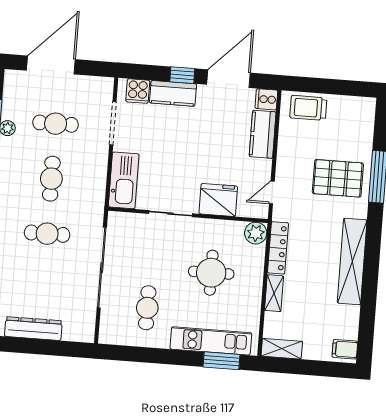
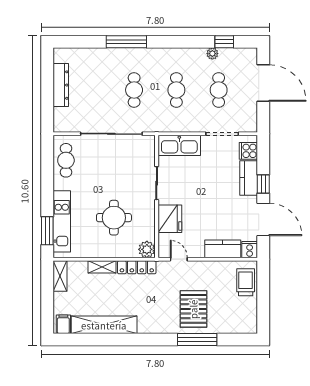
cafe table: (51, 179) -> (176, 90), turned 90
shelving: (352, 261) -> (104, 325), moved
cafe table: (147, 308) -> (66, 160), moved, turned 90

